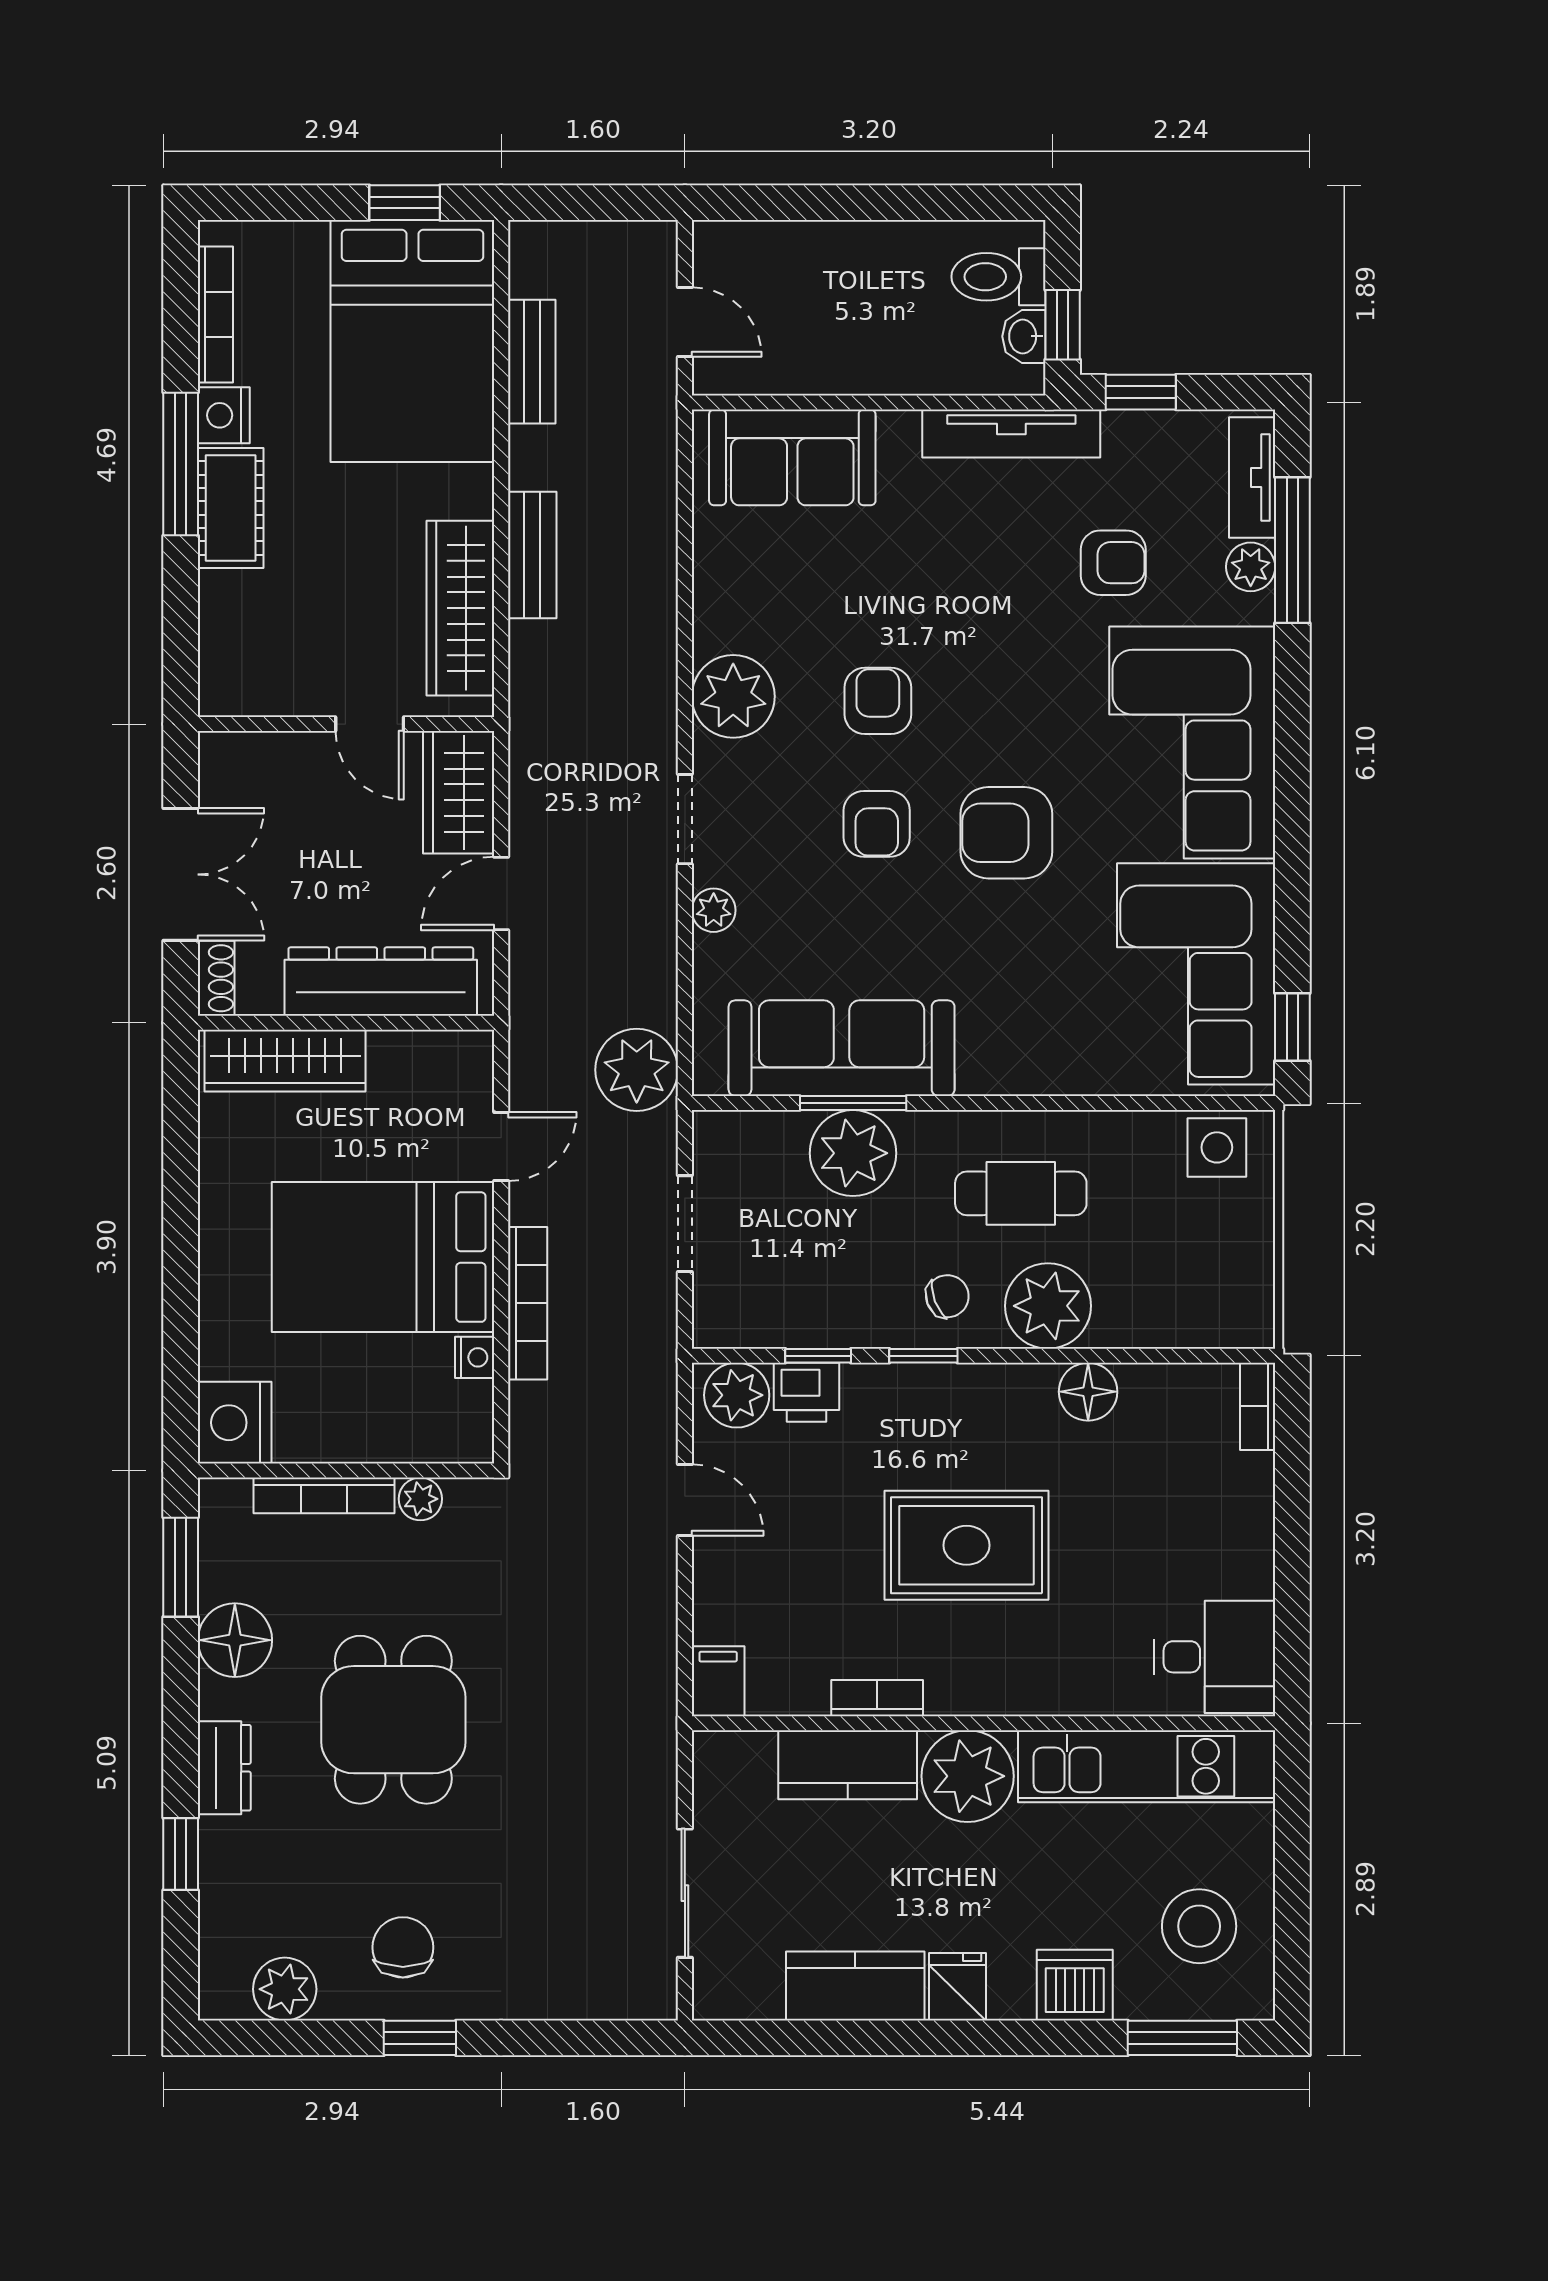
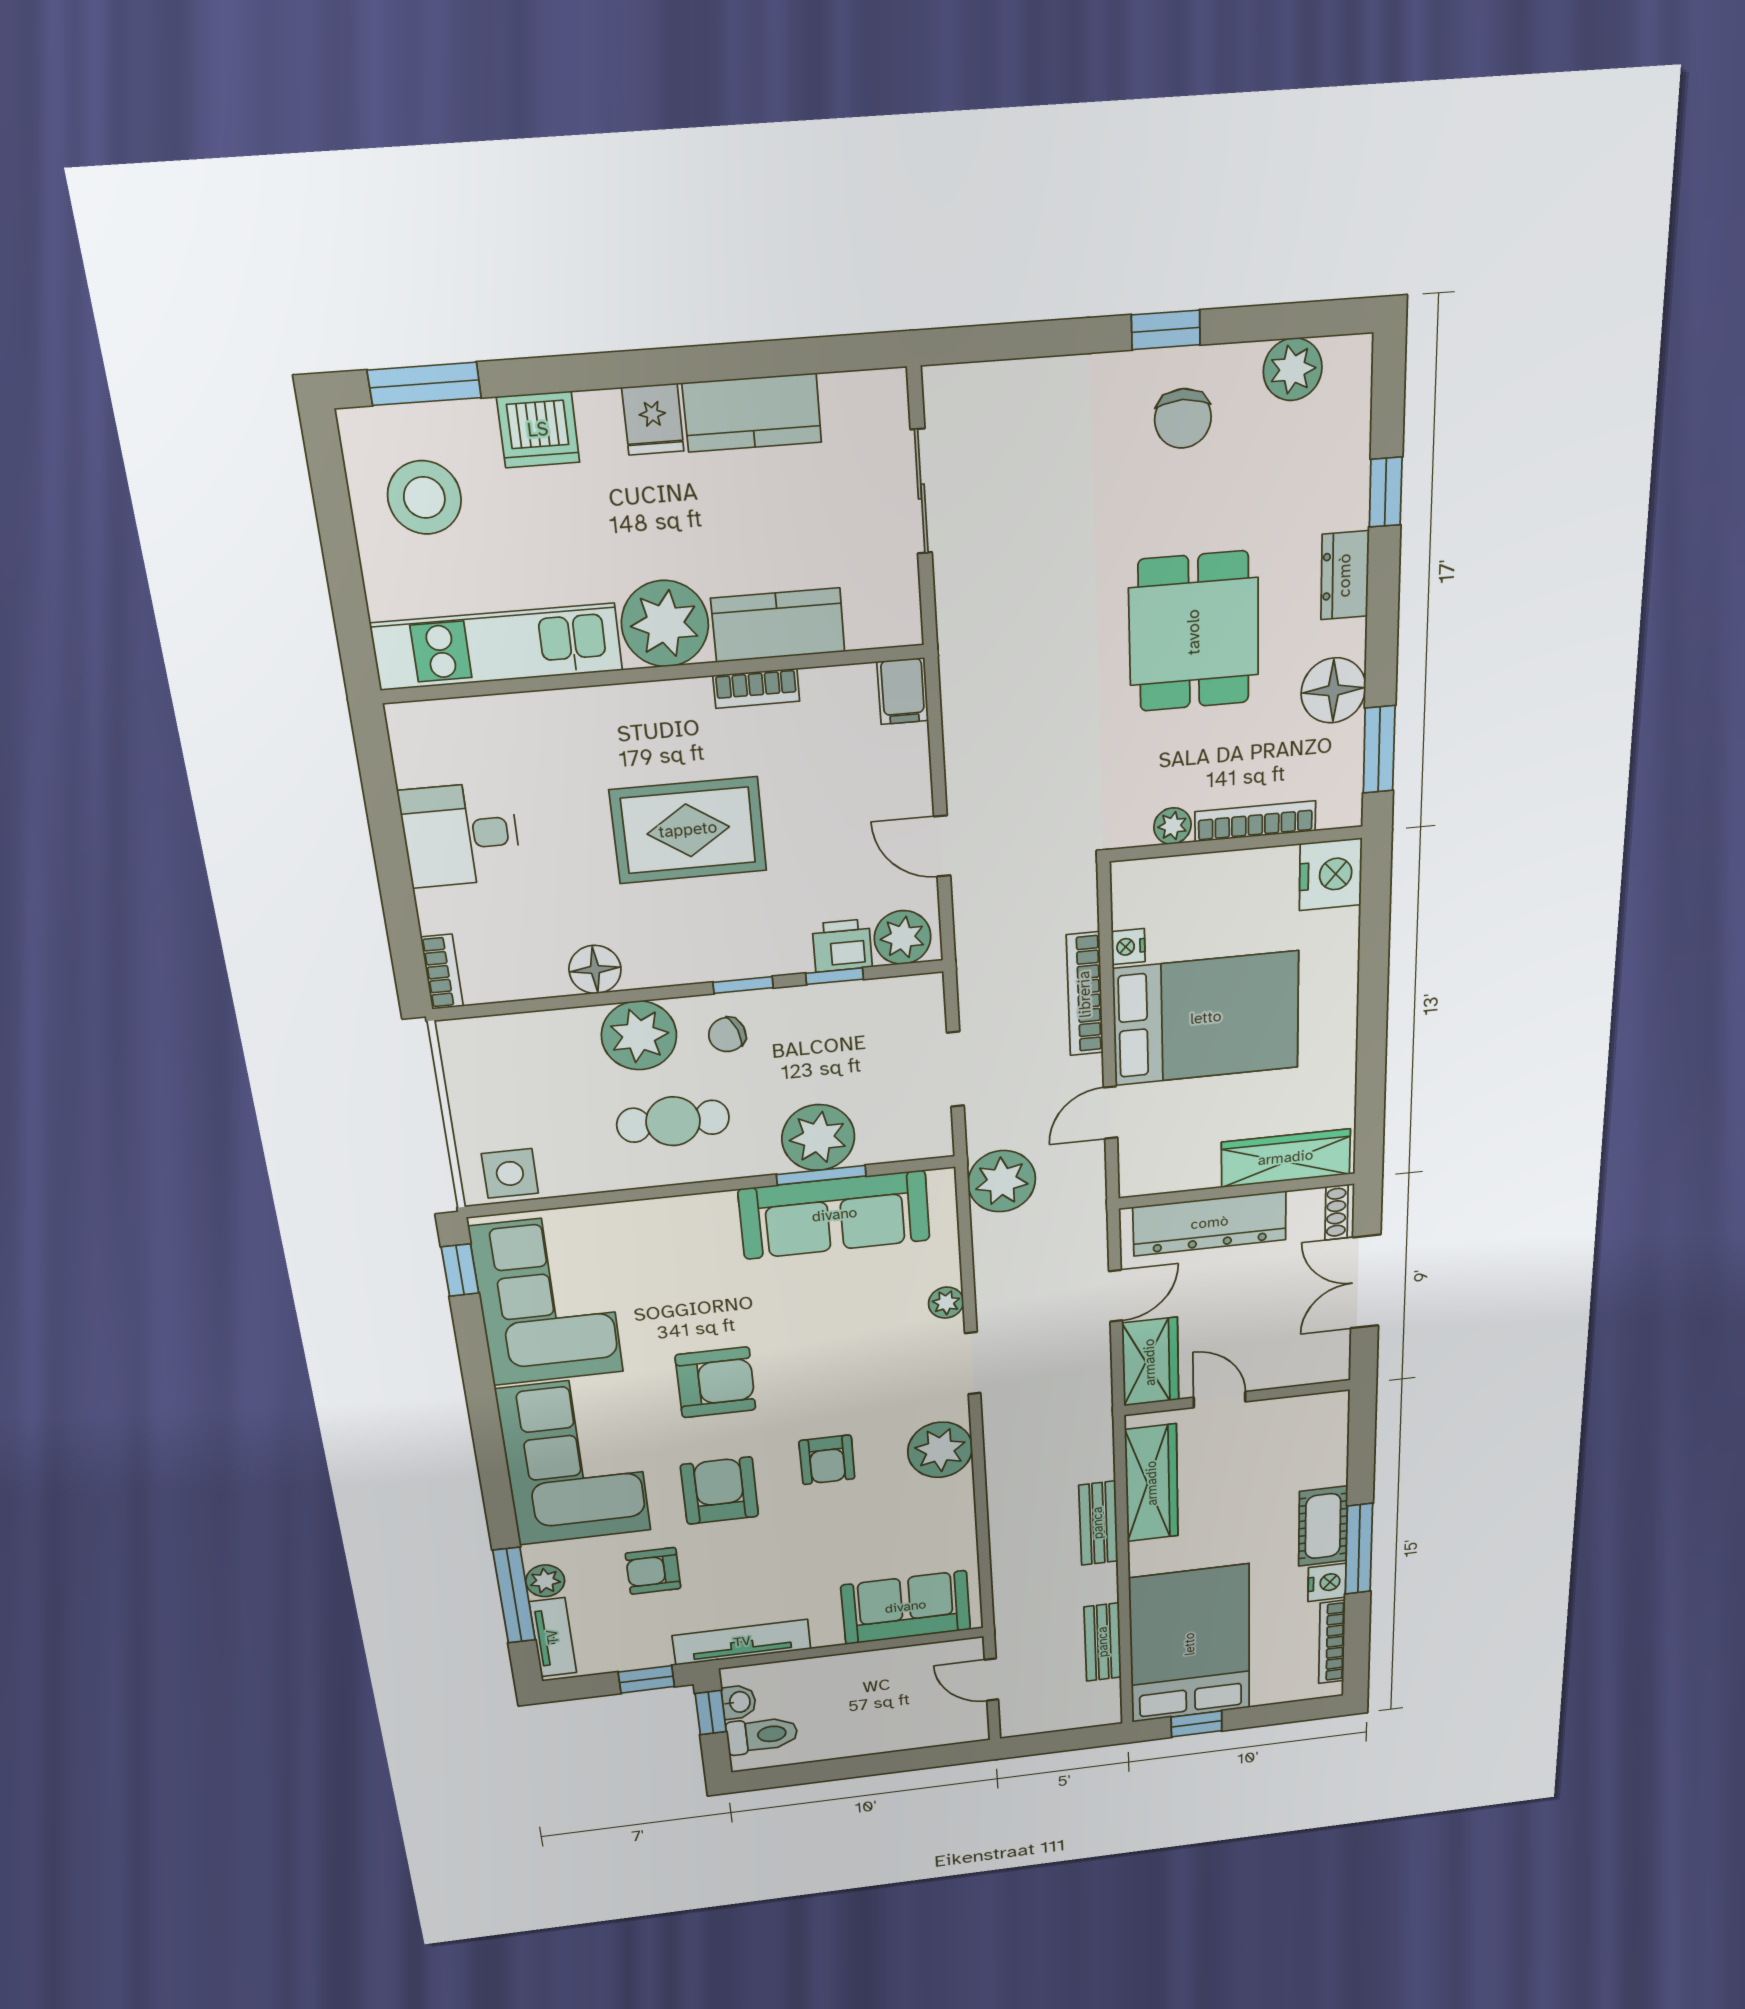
armchair: (877, 824) -> (720, 1491), moved, width x1.38, depth x1.38
desk: (1215, 1657) -> (460, 835), moved

